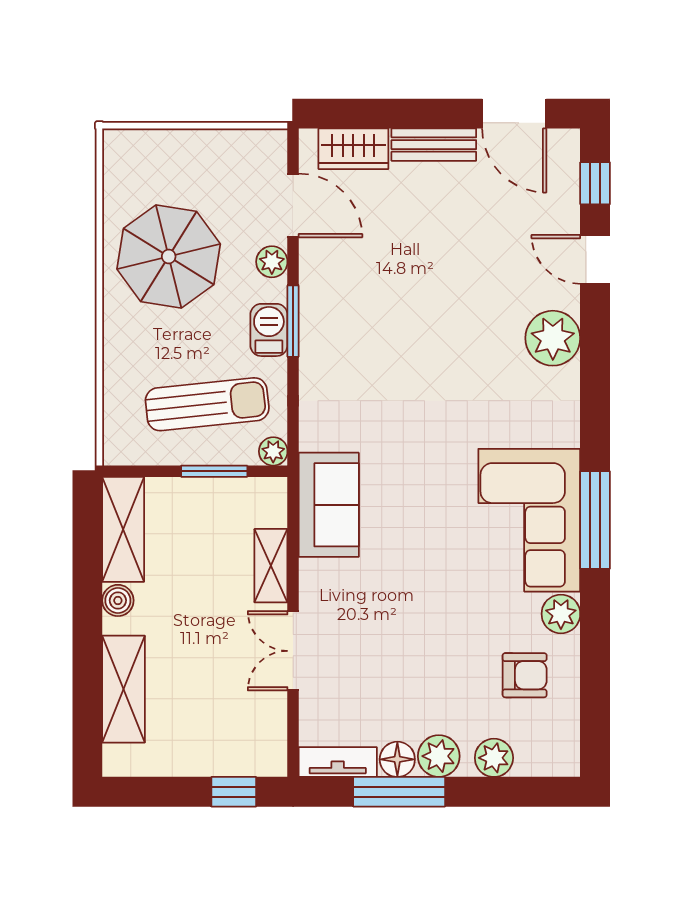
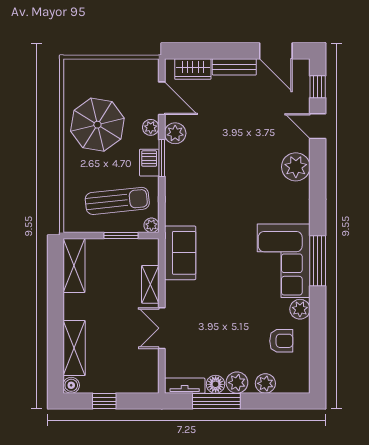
plant: (319, 273) -> (175, 133), added
boiler: (118, 600) -> (71, 385), moved
window: (234, 792) -> (104, 401), moved

